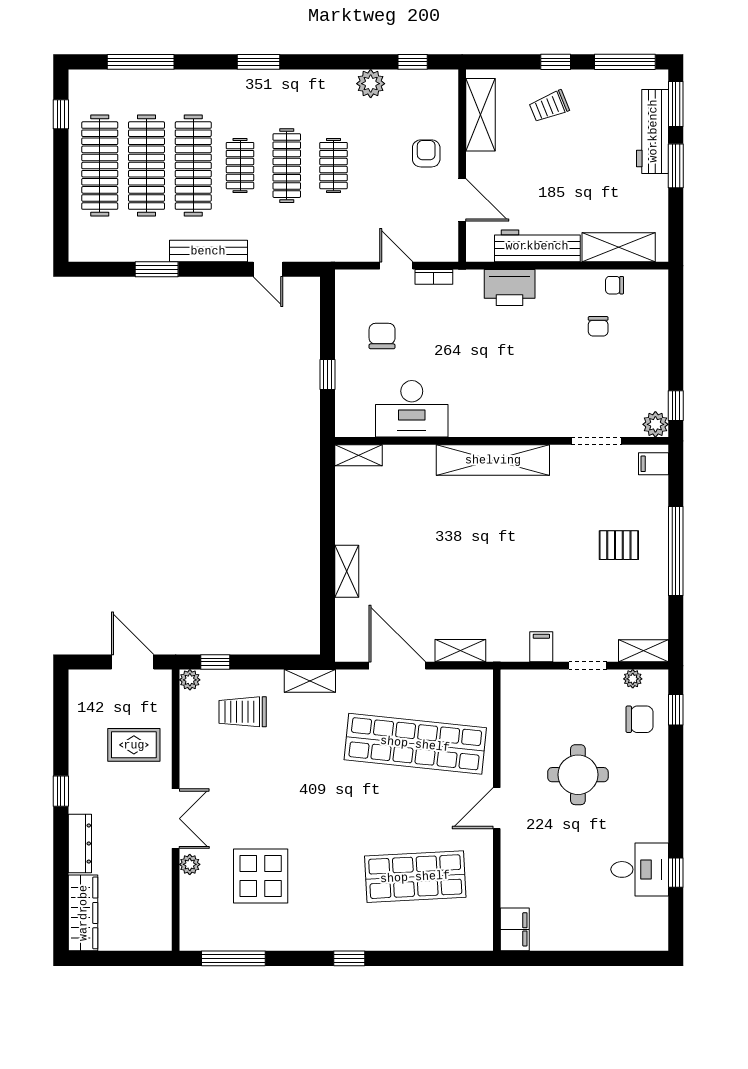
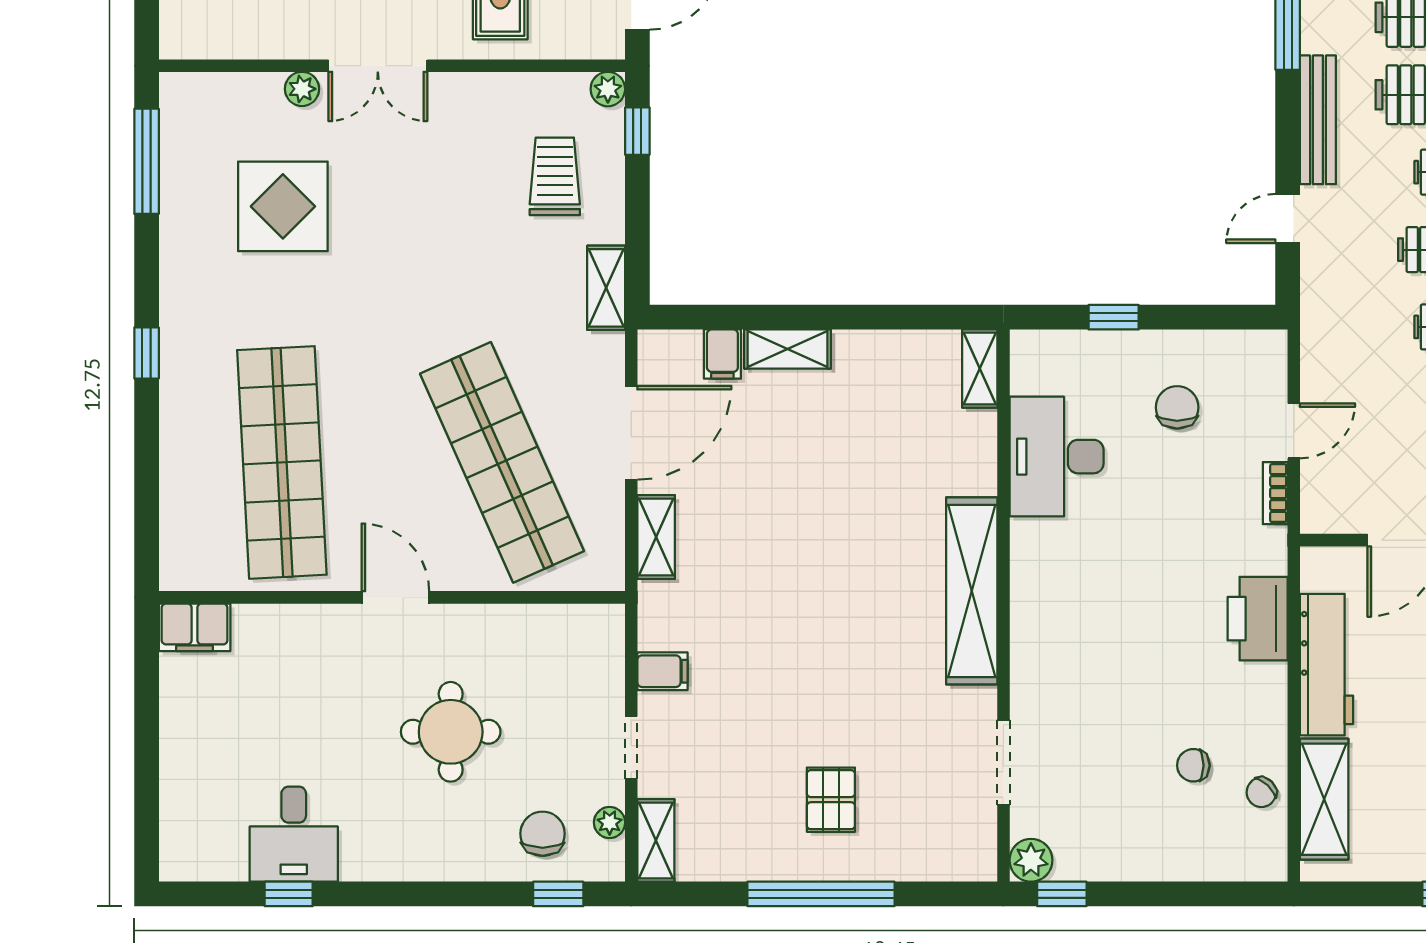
chair: (614, 285) -> (1261, 792), turned -136
chair: (382, 336) -> (1177, 407), turned -90
filing cabinet: (654, 464) -> (722, 354), moved, turned 180
chair: (639, 719) -> (543, 834), turned 180
shop shelf: (415, 744) -> (502, 462), turned -30
shop shelf: (415, 877) -> (282, 462), width x1.40

